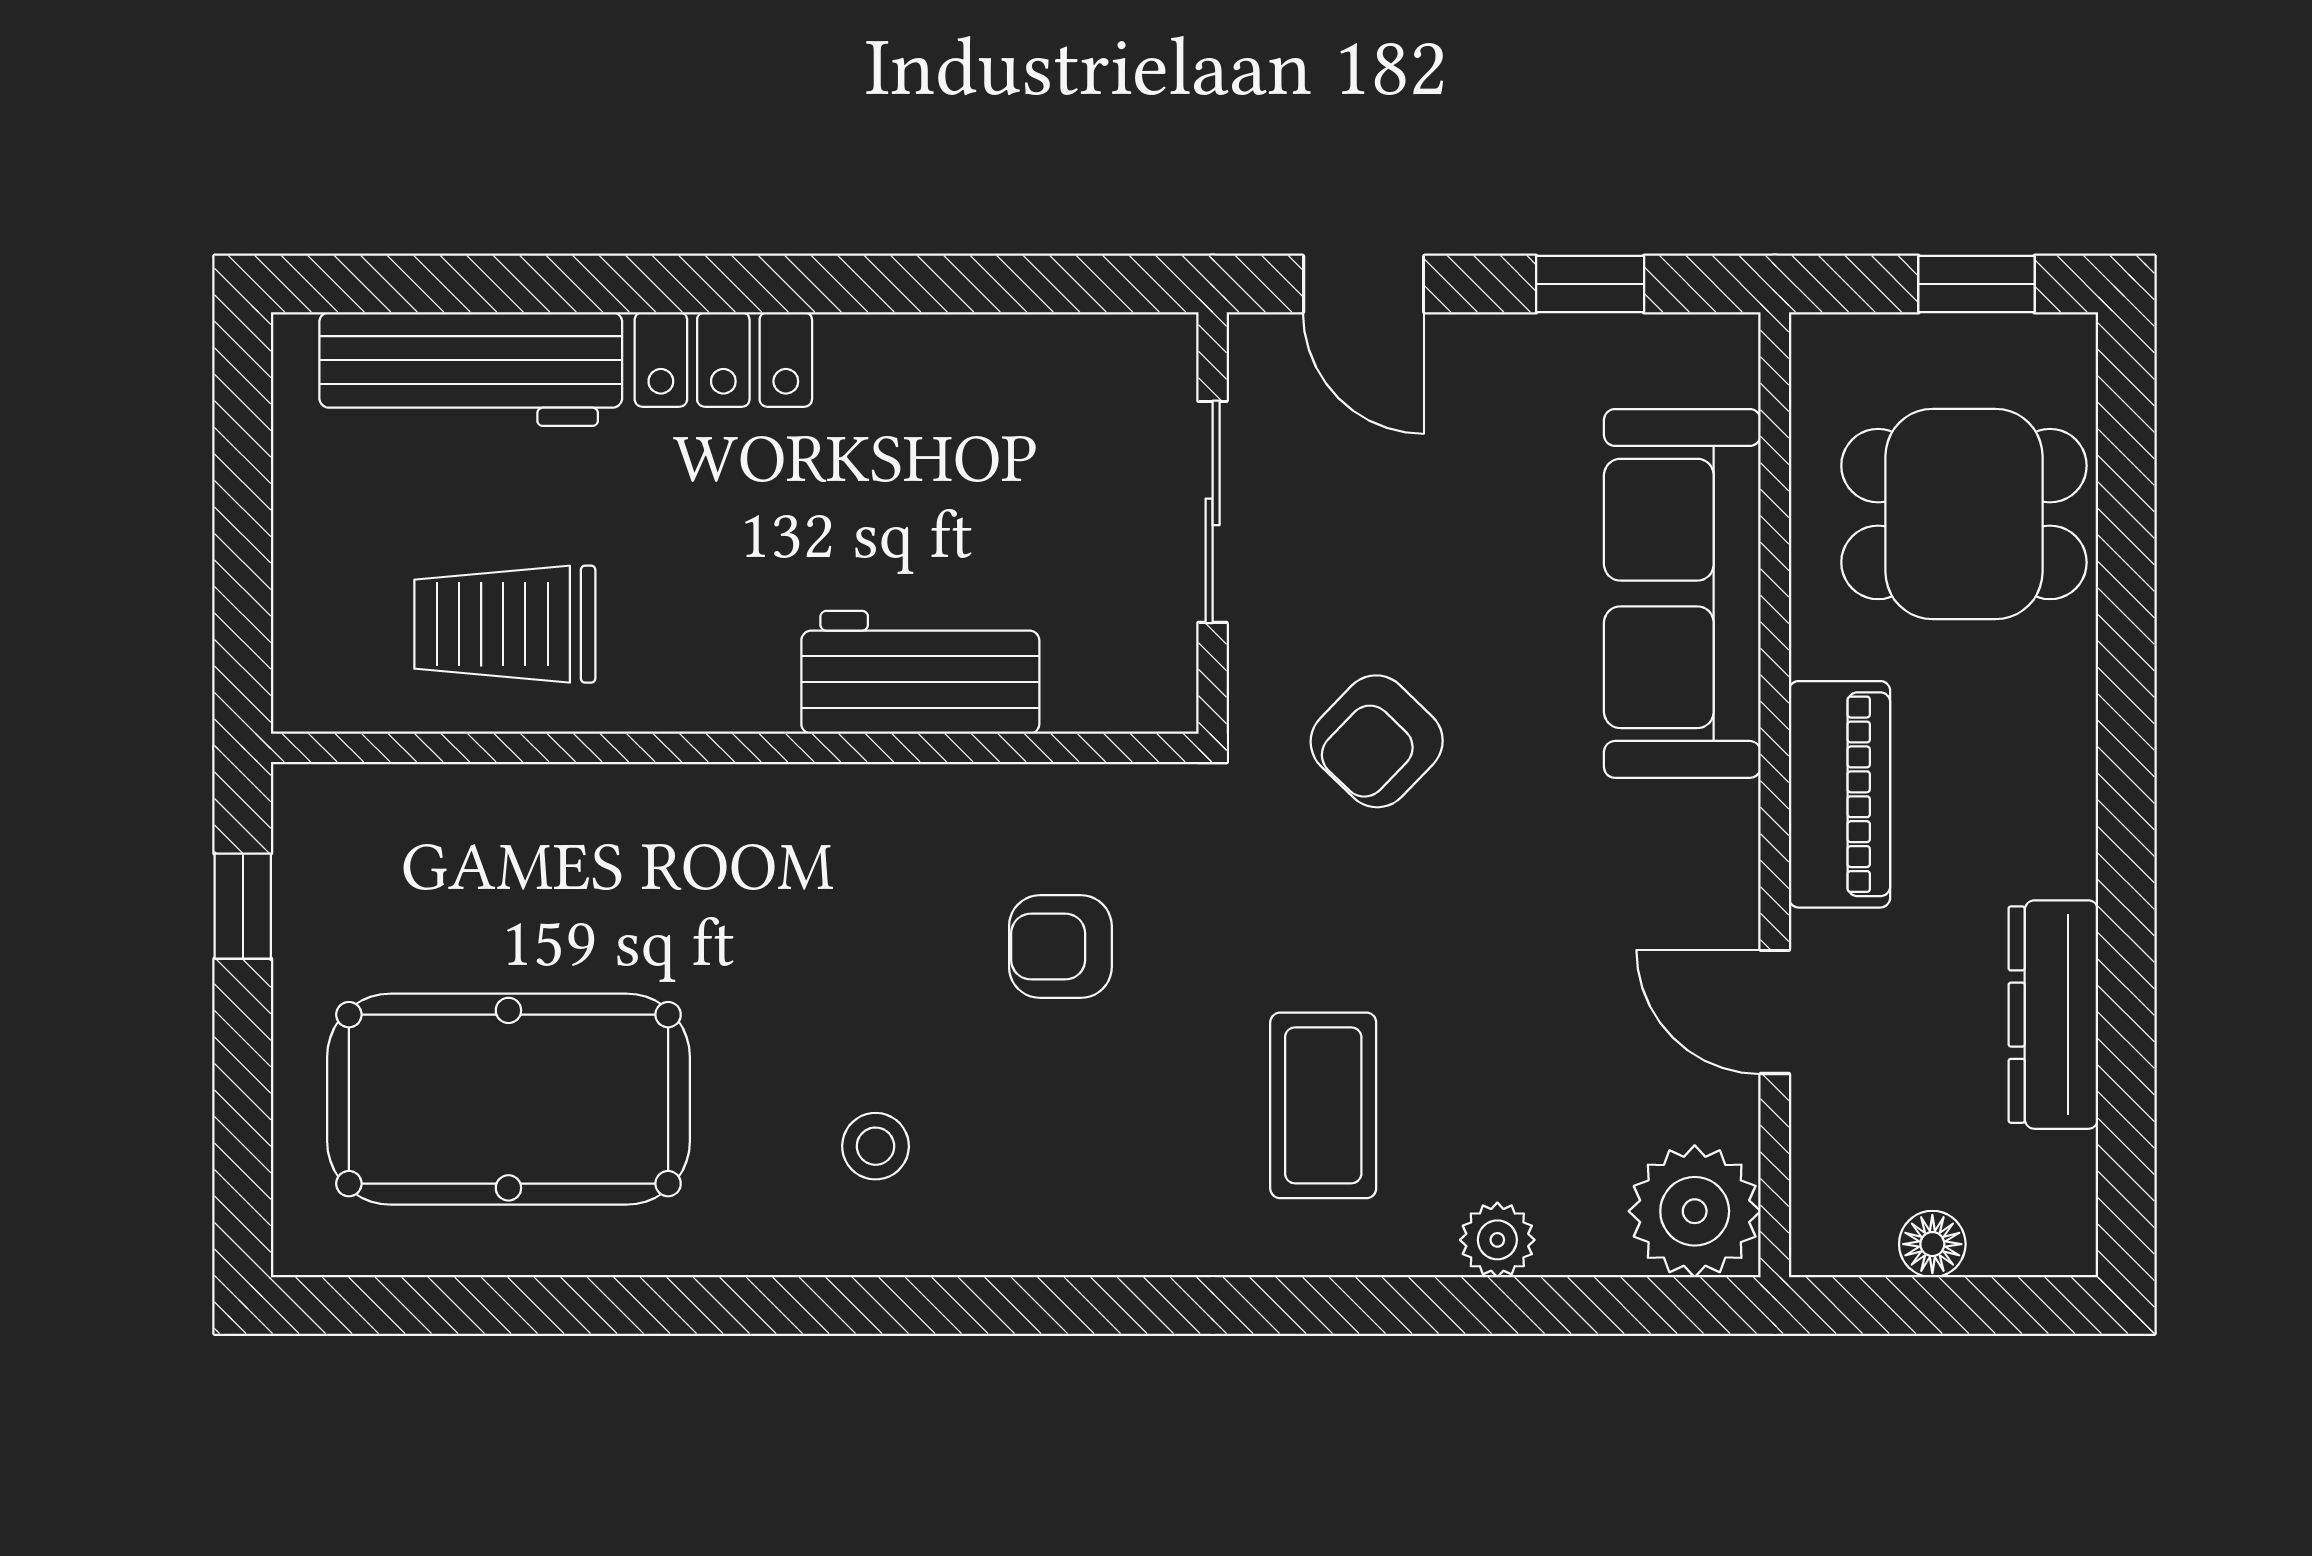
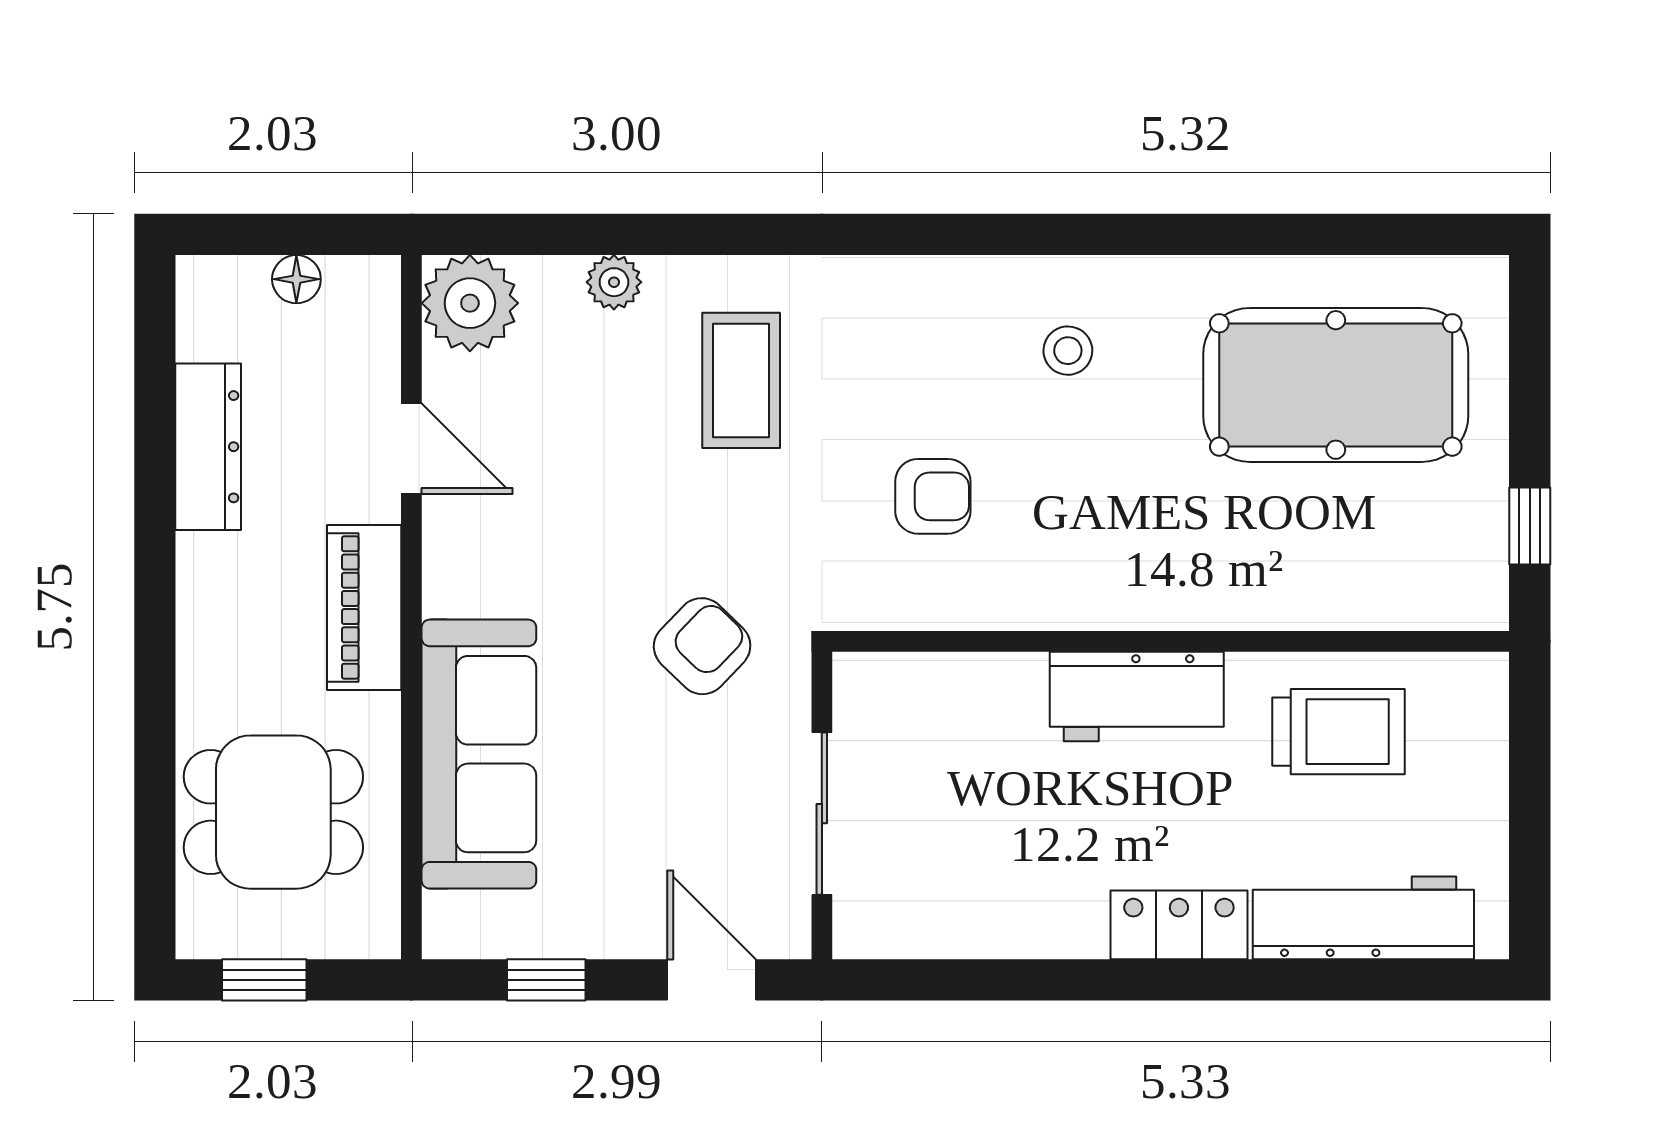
workbench: (920, 672) -> (1137, 696), moved

